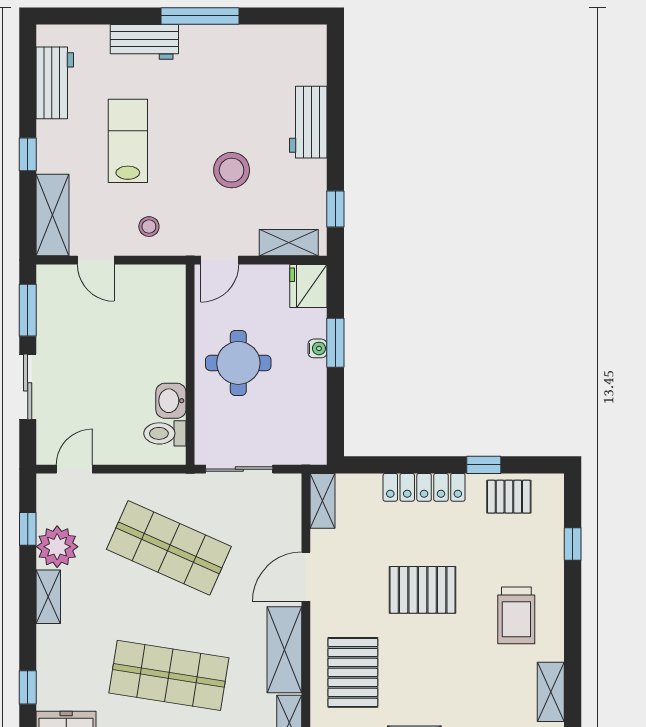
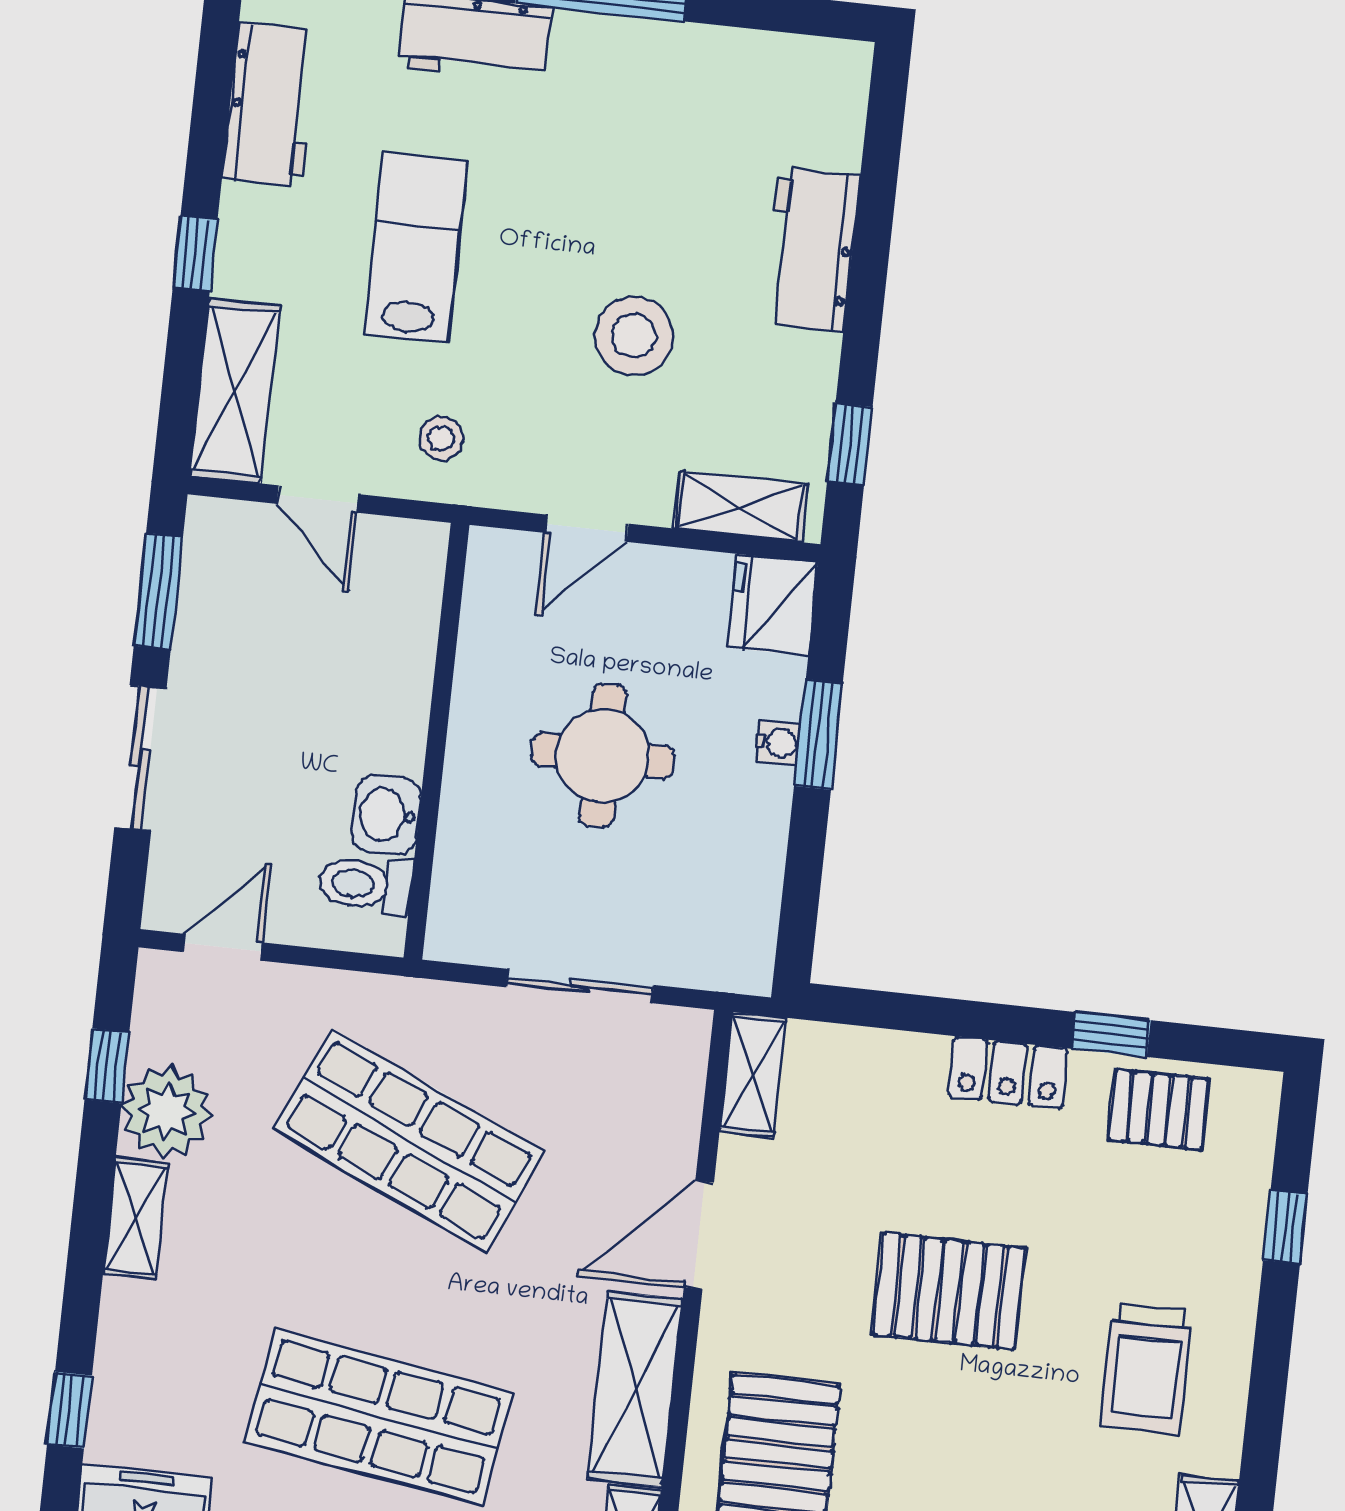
wall: (190, 365) -> (437, 741), moved
washbasin: (171, 401) -> (386, 815), moved
toilet: (165, 433) -> (366, 885), moved
locker: (424, 487) -> (1008, 1073), width x0.66

